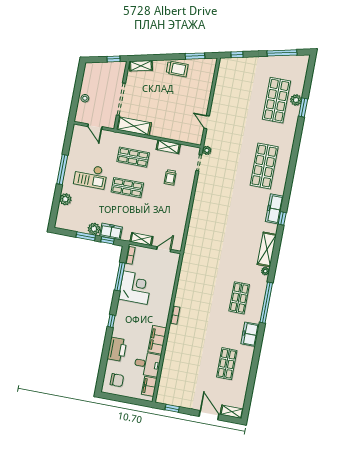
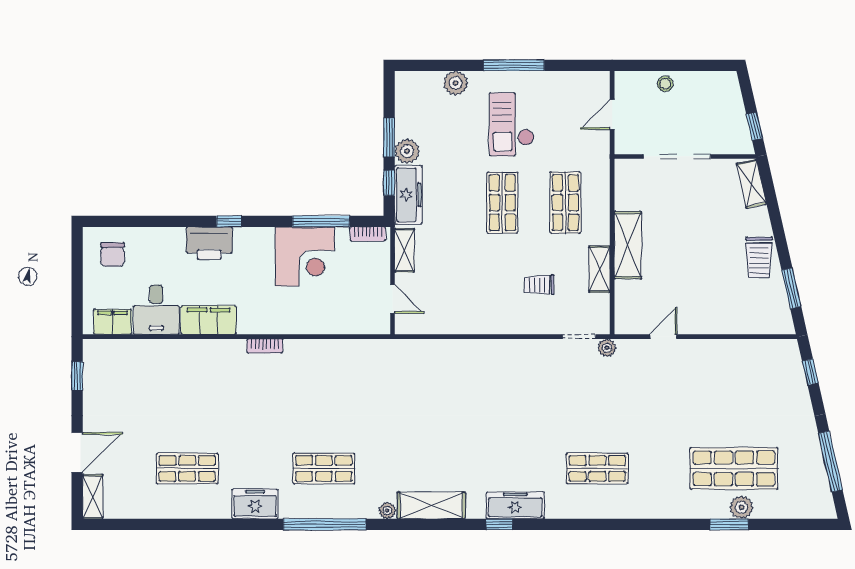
shelving: (134, 126) -> (628, 245), moved
shop shelf: (264, 166) -> (597, 468), width x0.70, depth x0.74
freezer: (111, 231) -> (408, 195), width x1.40
printer: (117, 349) -> (209, 243), moved

